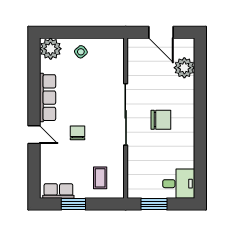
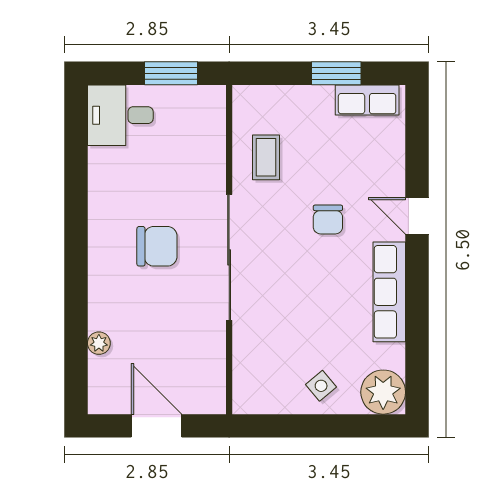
plant: (184, 68) -> (99, 343), width x0.53, depth x0.53
chair: (161, 120) -> (157, 246), turned 180
coffee table: (100, 178) -> (266, 157), moved

